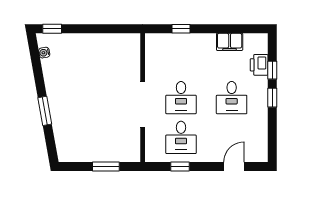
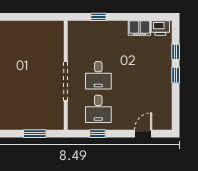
printer: (259, 65) -> (160, 28), moved, turned -90
desk: (232, 98) -> (141, 75), removed

